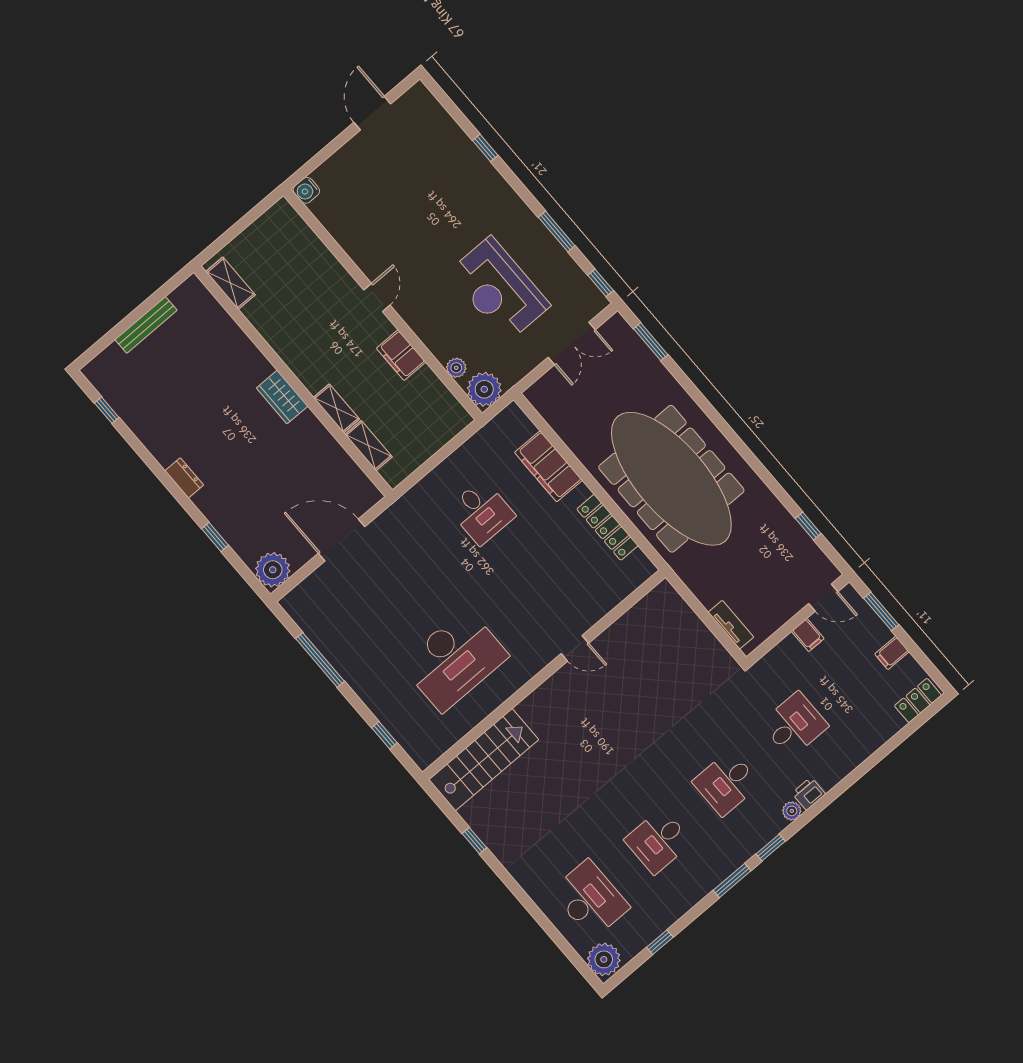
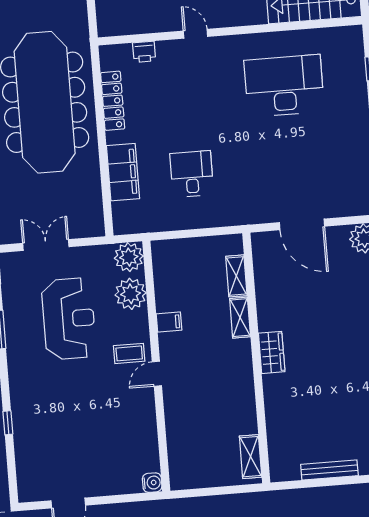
coffee table: (417, 298) -> (129, 353), added
filing cabinet: (401, 355) -> (169, 322), width x0.50
plant: (456, 368) -> (131, 294), width x1.87, depth x1.87
printer: (611, 596) -> (144, 52), added

